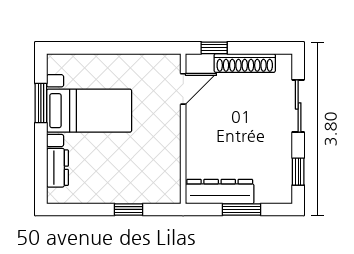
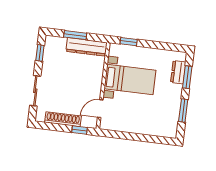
bed with nightstands: (89, 111) -> (130, 80), moved, turned 180
window: (41, 161) -> (187, 77), added
window: (129, 209) -> (129, 42), moved

